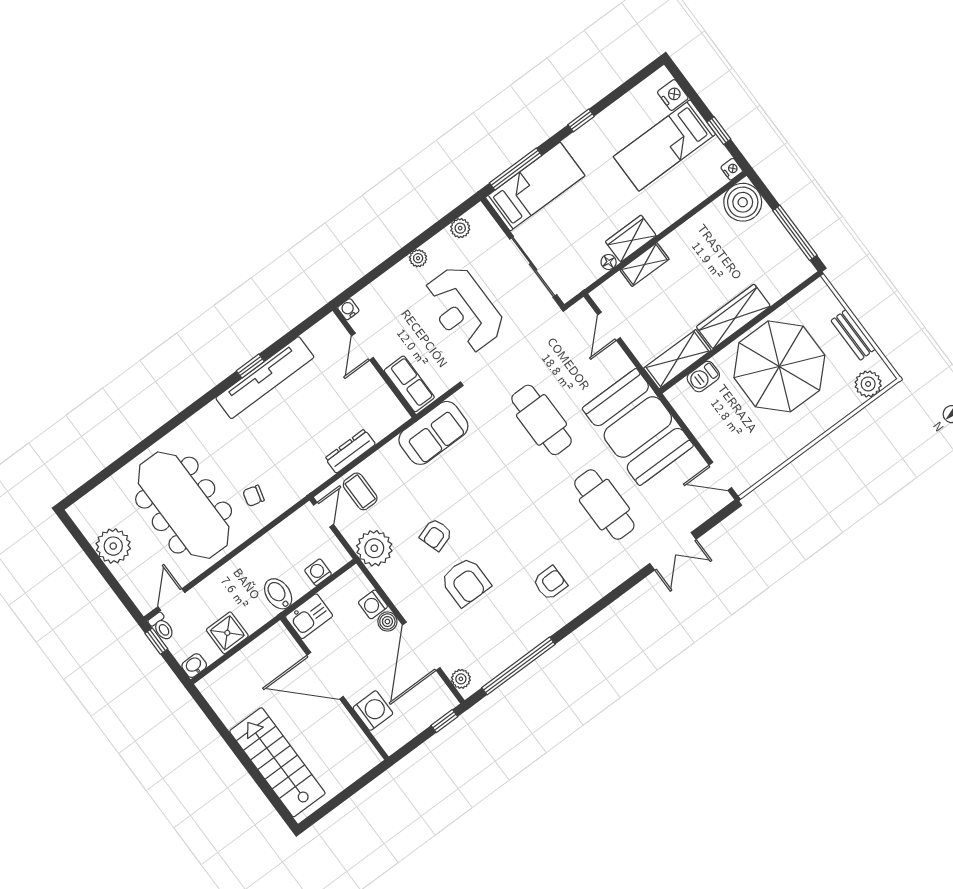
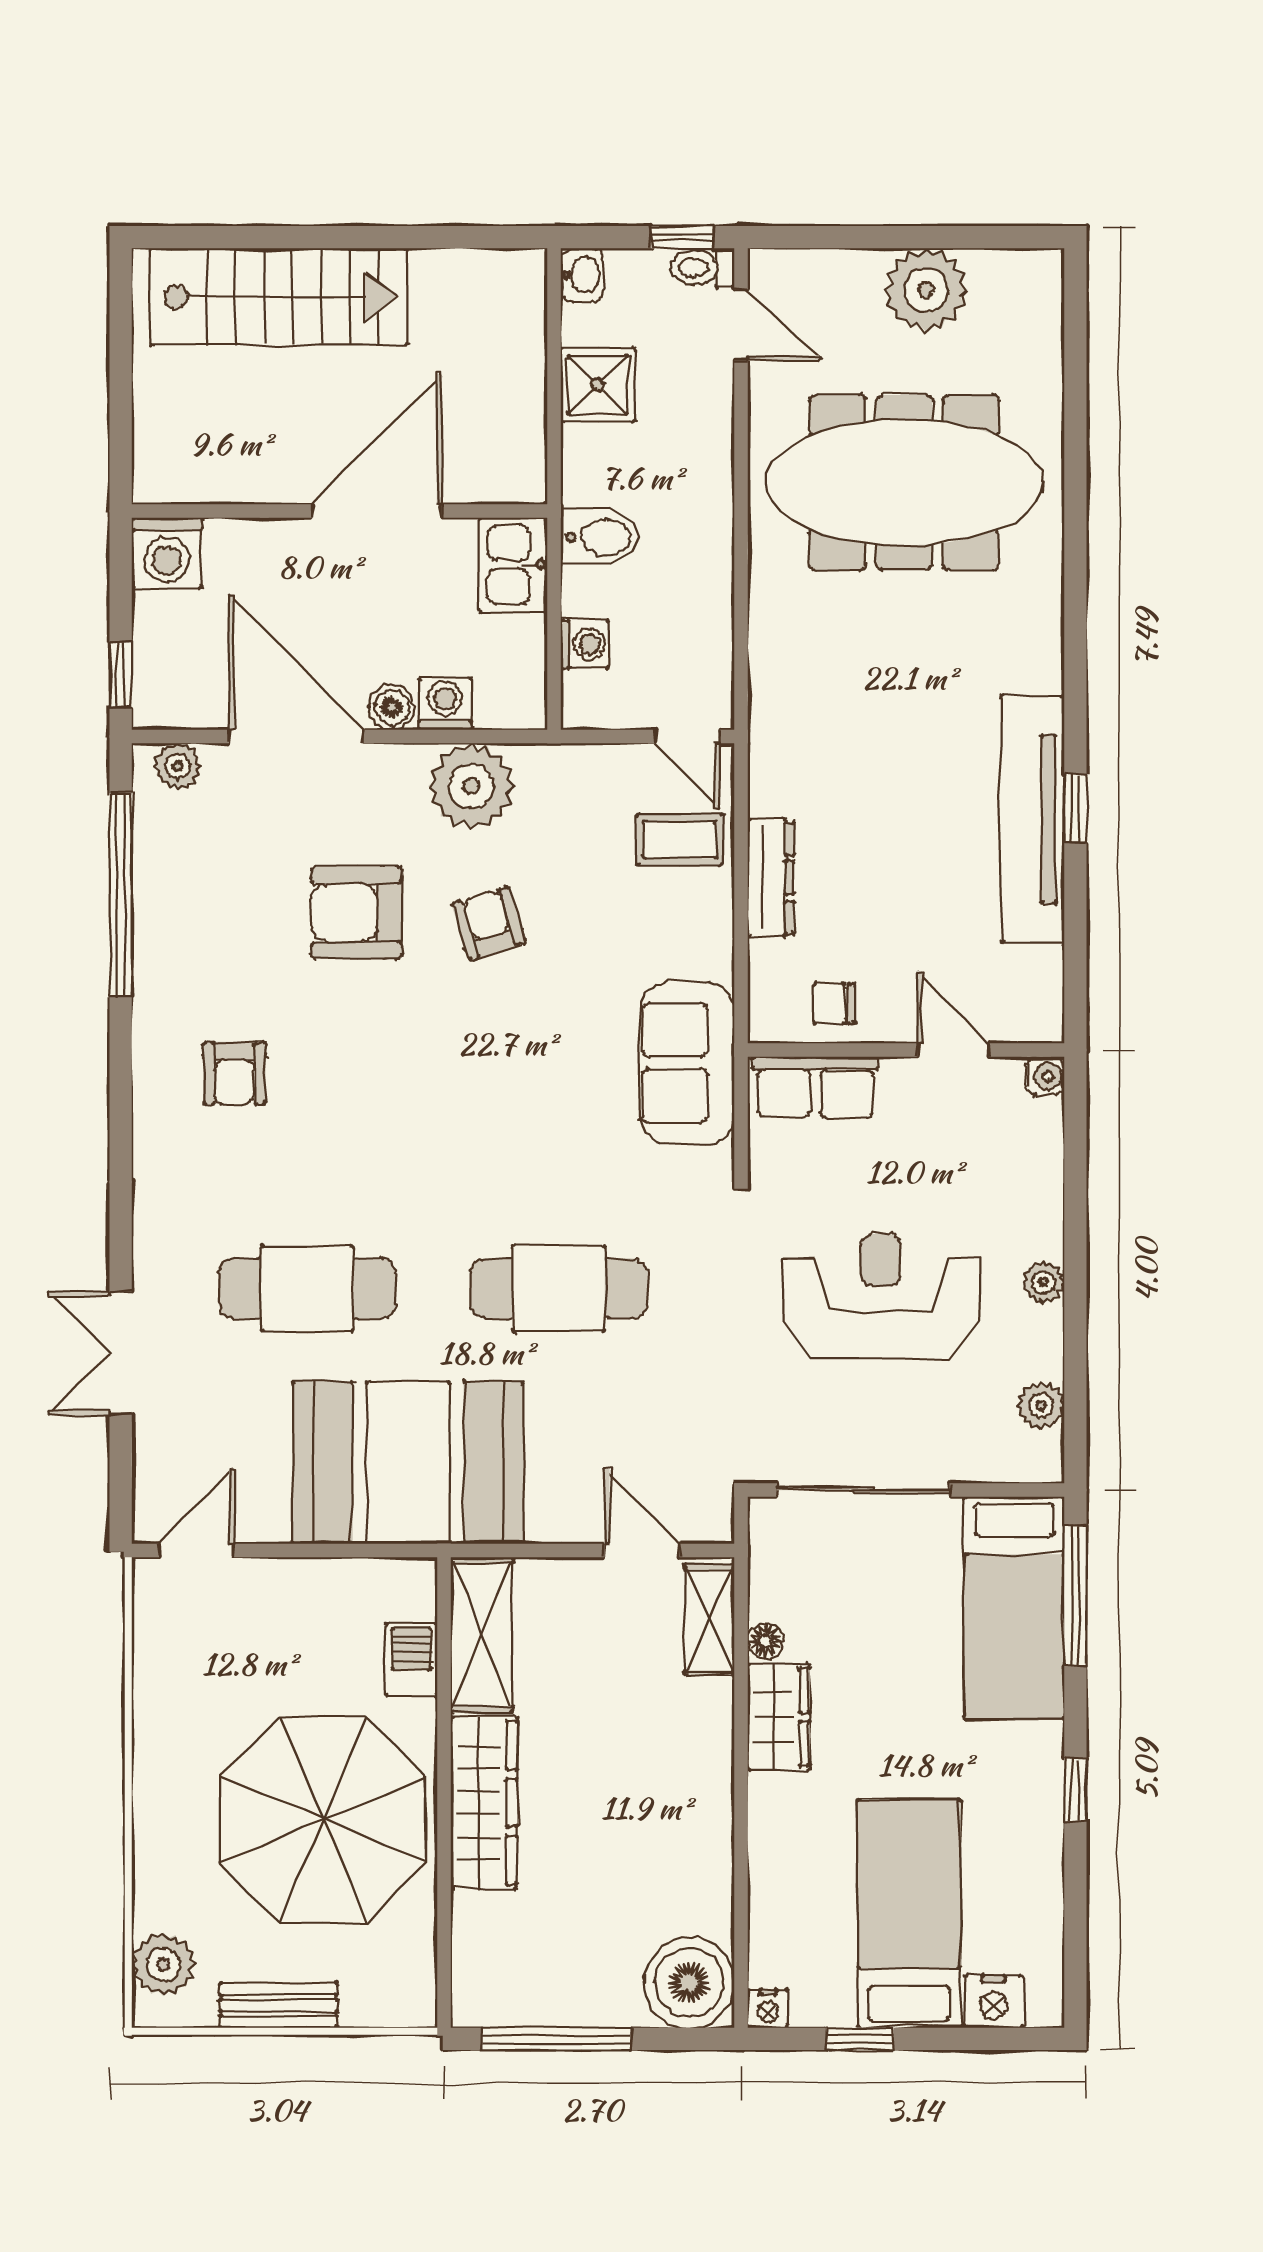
shelving: (644, 265) -> (710, 1620), moved
chair: (254, 496) -> (834, 1004), moved, turned -105
plant: (374, 548) -> (471, 786), moved
washing machine: (373, 711) -> (167, 553), moved

